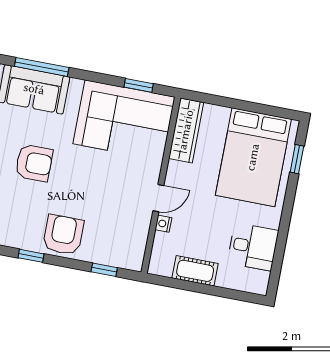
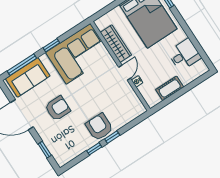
window: (139, 85) -> (51, 45), moved
wardrobe: (186, 130) -> (116, 44), moved
window: (104, 270) -> (112, 137), moved

